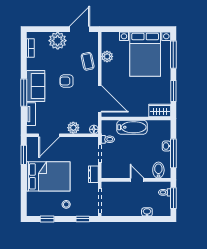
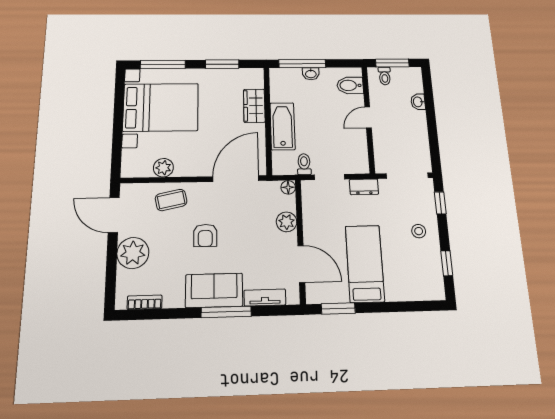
wardrobe: (160, 110) -> (254, 106), moved
window: (173, 153) -> (302, 64), moved
bed: (48, 176) -> (365, 264), width x0.67

